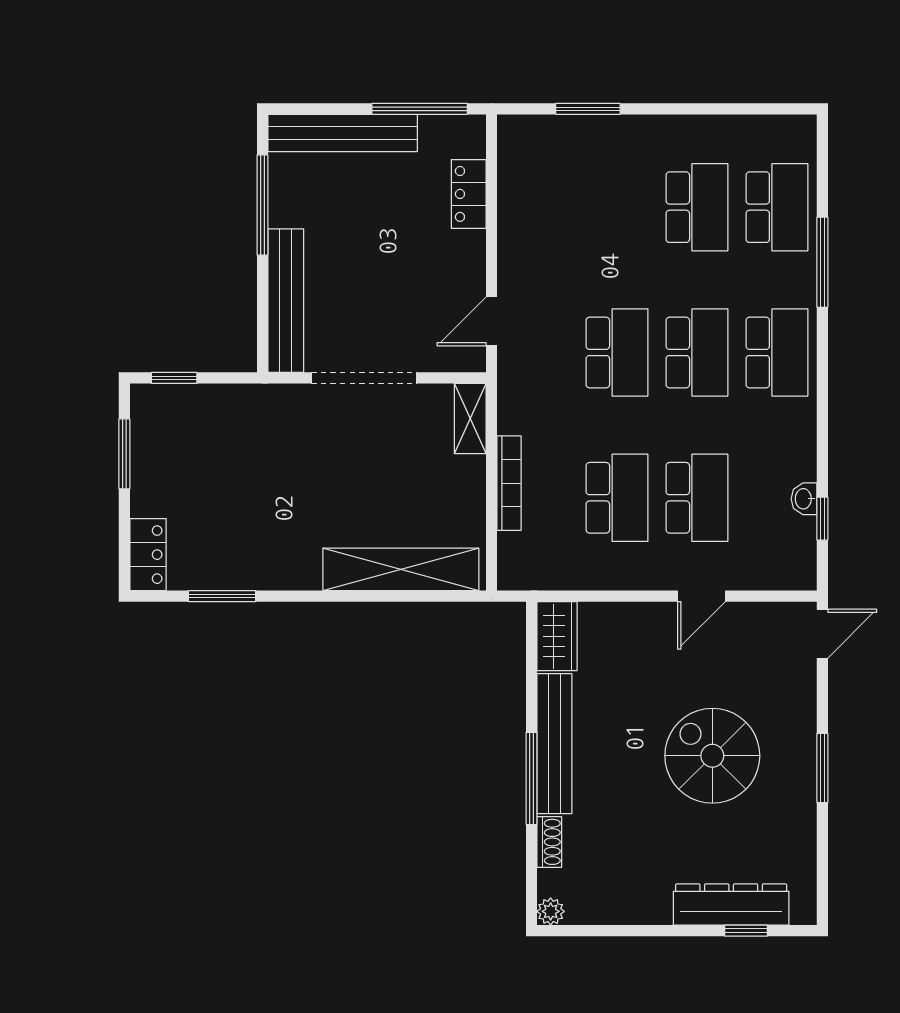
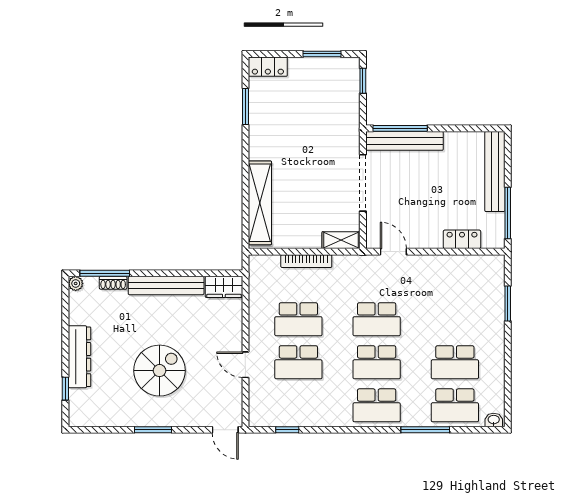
window: (262, 205) -> (400, 128), moved
washbasin: (804, 499) -> (494, 420), moved
window: (532, 778) -> (105, 273), moved
dresser: (731, 904) -> (79, 357), moved

